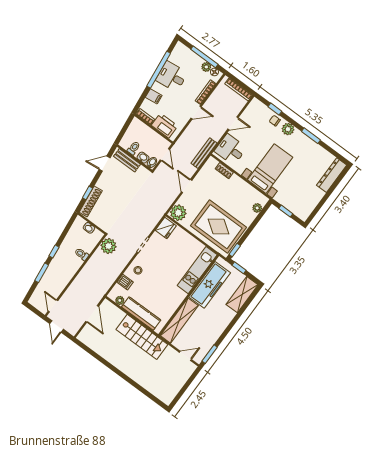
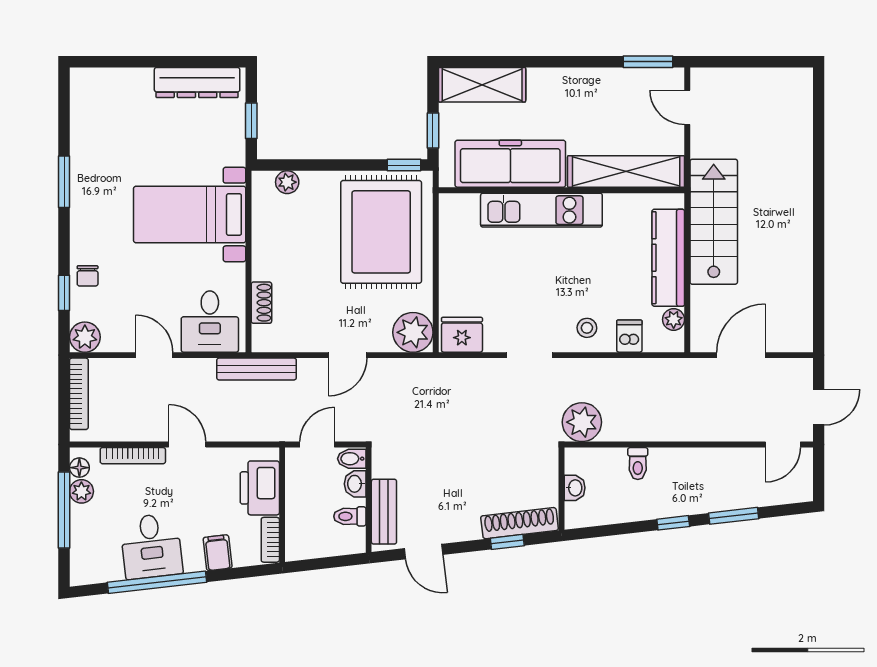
plant: (288, 129) -> (85, 337), moved
dresser: (332, 175) -> (197, 82), moved
kitchen unit: (197, 270) -> (541, 210), moved

